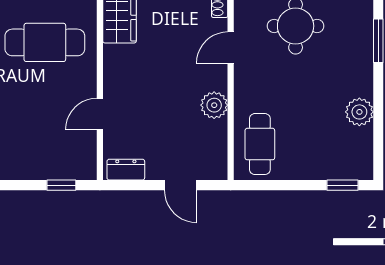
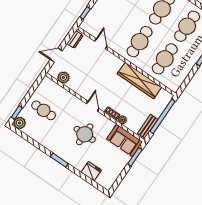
plant: (214, 105) -> (63, 78), moved
plant: (359, 112) -> (20, 123), moved
cafe table: (260, 144) -> (44, 110), moved

